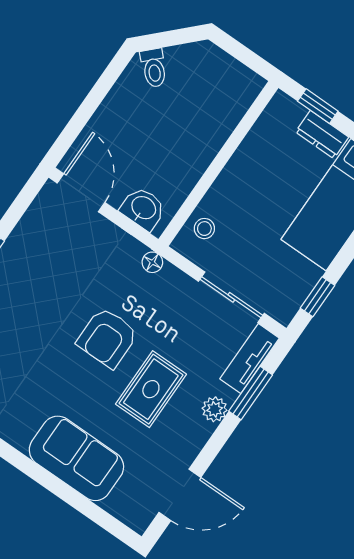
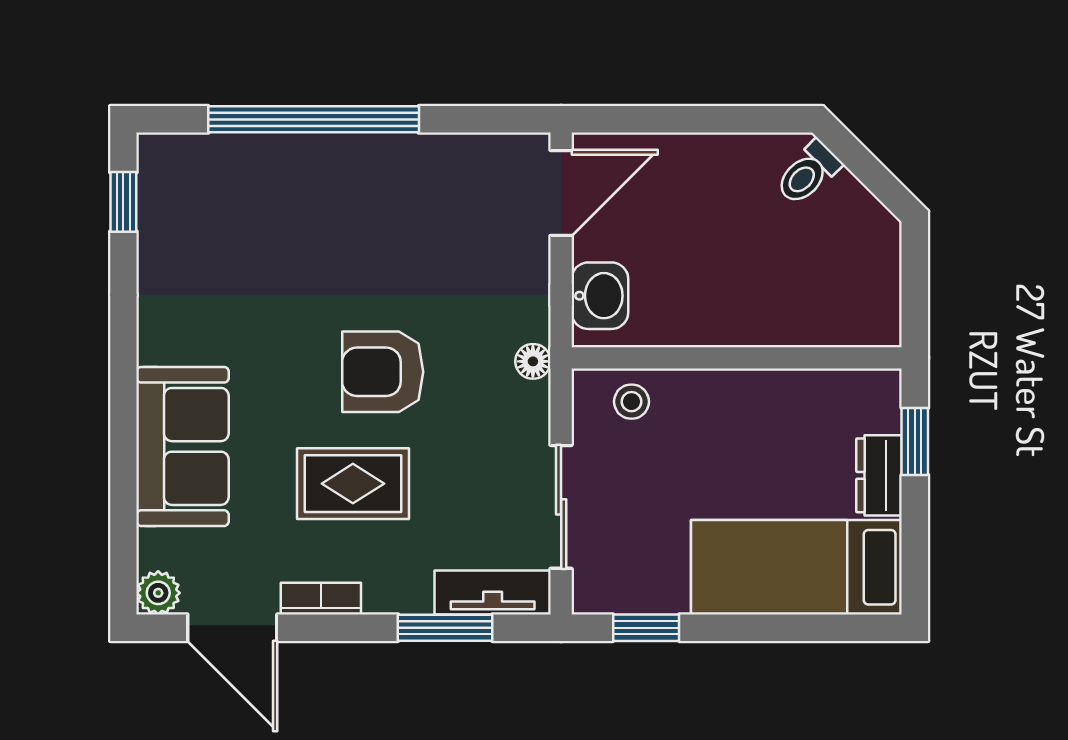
plant: (215, 409) -> (158, 593), moved
bookcase: (195, 443) -> (321, 599), added

